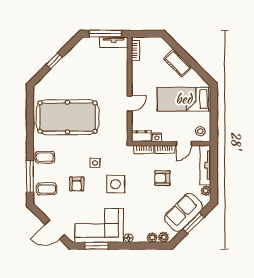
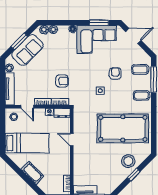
stool: (61, 77) -> (128, 161), added
door: (130, 103) -> (72, 140), hinge flipped
door: (184, 144) -> (27, 107), swing flipped
armchair: (162, 178) -> (62, 81), moved
side table: (116, 184) -> (83, 73), removed

